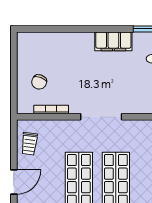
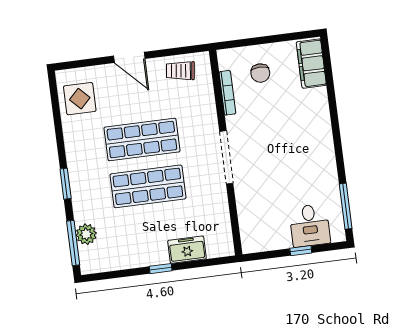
filing cabinet: (113, 41) -> (311, 64), moved
chair: (39, 82) -> (260, 73), turned -111

